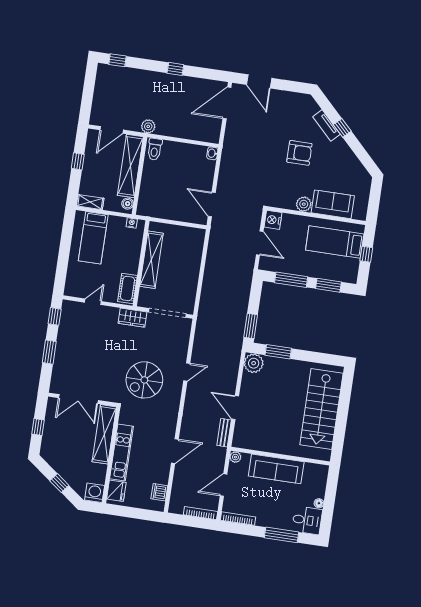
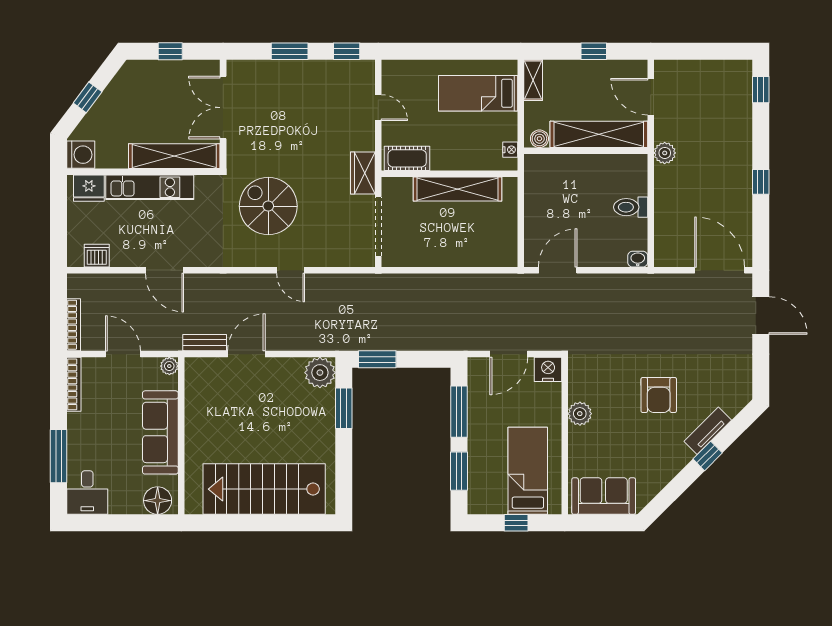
door: (259, 81) -> (761, 315), swing flipped
toilet: (155, 149) -> (631, 207), moved
sofa: (333, 204) -> (604, 496), moved, turned -90
floor lamp: (319, 503) -> (158, 501), moved, width x1.89, depth x1.89

